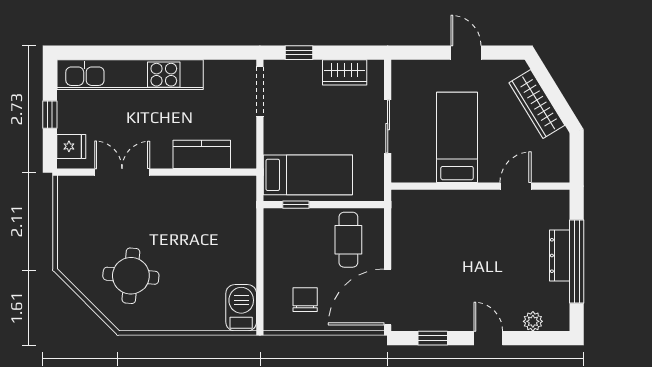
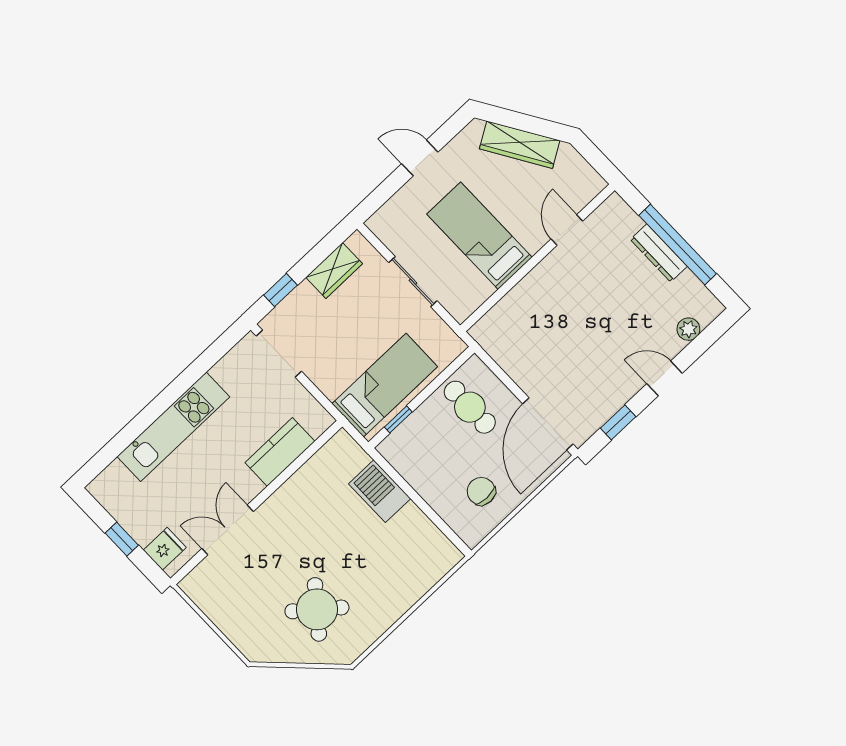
kitchen unit: (130, 75) -> (173, 427), width x0.73
round table: (131, 276) -> (317, 609), turned 34
barbecue: (241, 308) -> (380, 491), moved

